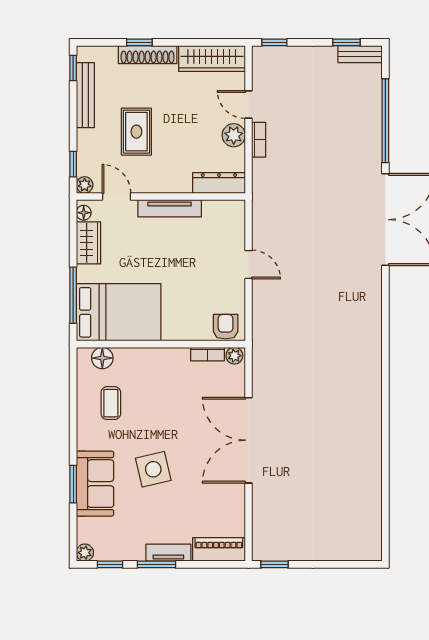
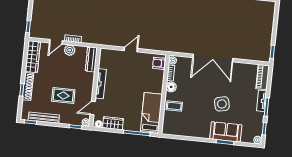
bed: (119, 312) -> (151, 113), width x0.67
floor lamp: (102, 358) -> (171, 87), moved
coffee table: (111, 403) -> (174, 106), moved

